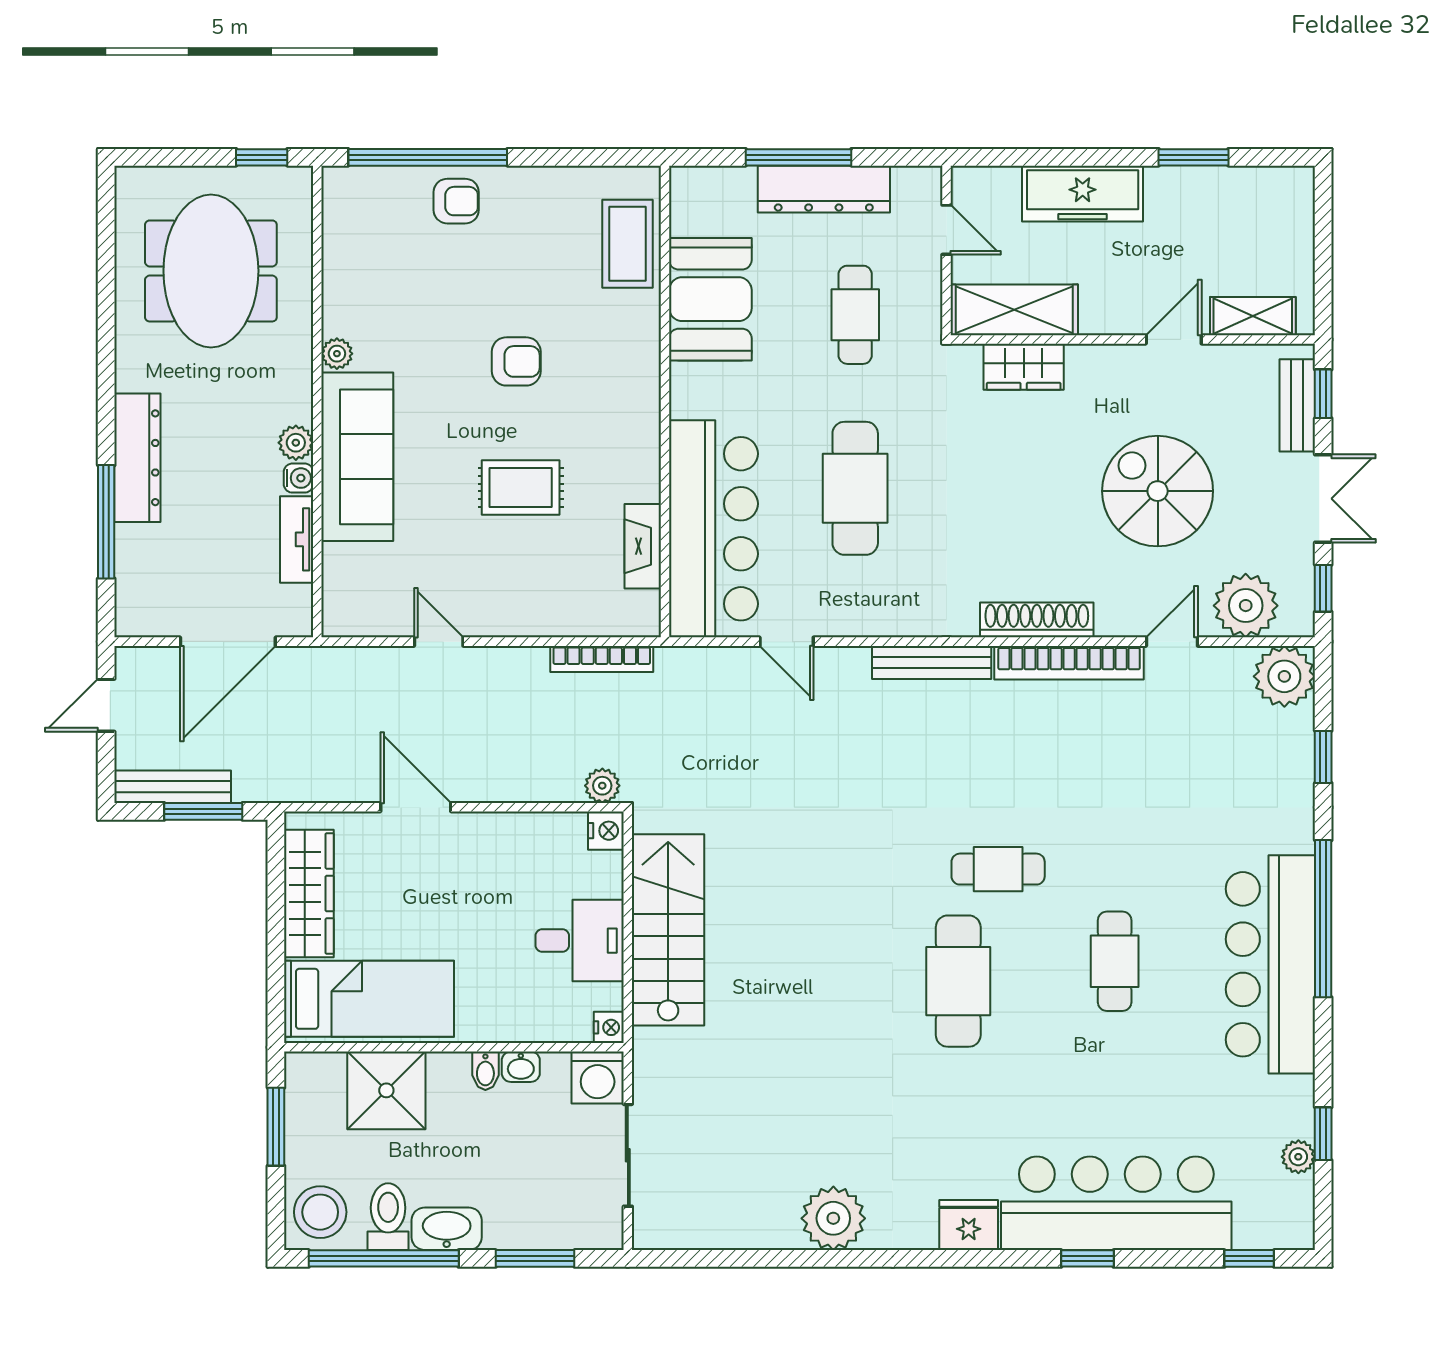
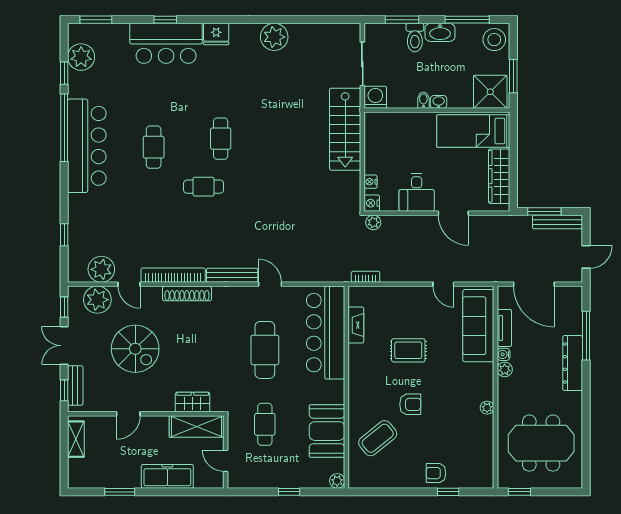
window: (428, 157) -> (448, 492), width x0.32
window: (799, 157) -> (289, 492), width x0.46
plant: (687, 183) -> (337, 481), added
dresser: (824, 189) -> (278, 478), removed
coffee table: (627, 244) -> (378, 438), moved, turned 51
meeting table: (211, 271) -> (541, 443), turned 90
shelving: (1253, 316) -> (76, 439), moved, turned 90
armchair: (516, 361) -> (410, 404), turned 180
sofa: (357, 457) -> (478, 326), moved
door: (228, 642) -> (534, 284), swing flipped
door: (787, 642) -> (270, 284), moved
door: (1172, 642) -> (129, 284), hinge flipped
bookcase: (602, 659) -> (366, 277), width x0.64
plant: (1284, 676) -> (101, 269), moved
window: (1323, 919) -> (64, 128), moved
stairs: (668, 930) -> (345, 129), moved
desk: (580, 941) -> (417, 193), moved, turned -90
cafe table: (958, 981) -> (221, 139), width x0.73, depth x0.74
nightstand: (609, 1027) -> (371, 182), moved
washbasin: (521, 1067) -> (439, 102), moved
shower: (386, 1090) -> (490, 92), moved
plant: (1298, 1157) -> (81, 57), width x1.88, depth x1.88
bar counter: (1116, 1203) -> (166, 43), width x0.73
toilet: (388, 1217) -> (415, 38), moved
window: (384, 1258) -> (467, 20), width x0.68
window: (1249, 1258) -> (96, 20), width x1.50

